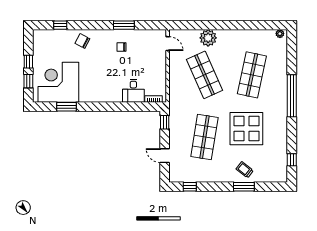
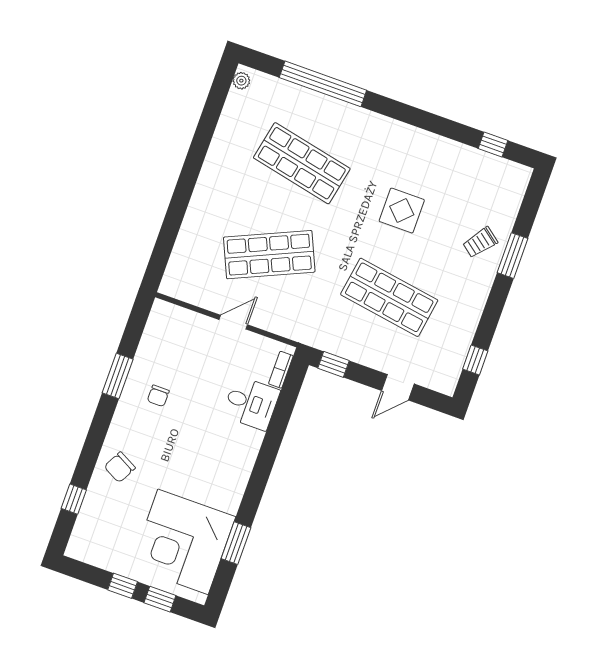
plant: (208, 38) -> (200, 222), removed
door: (168, 44) -> (233, 322), moved
window: (292, 96) -> (323, 84), moved
display table: (246, 129) -> (402, 211), width x0.54, depth x0.54

